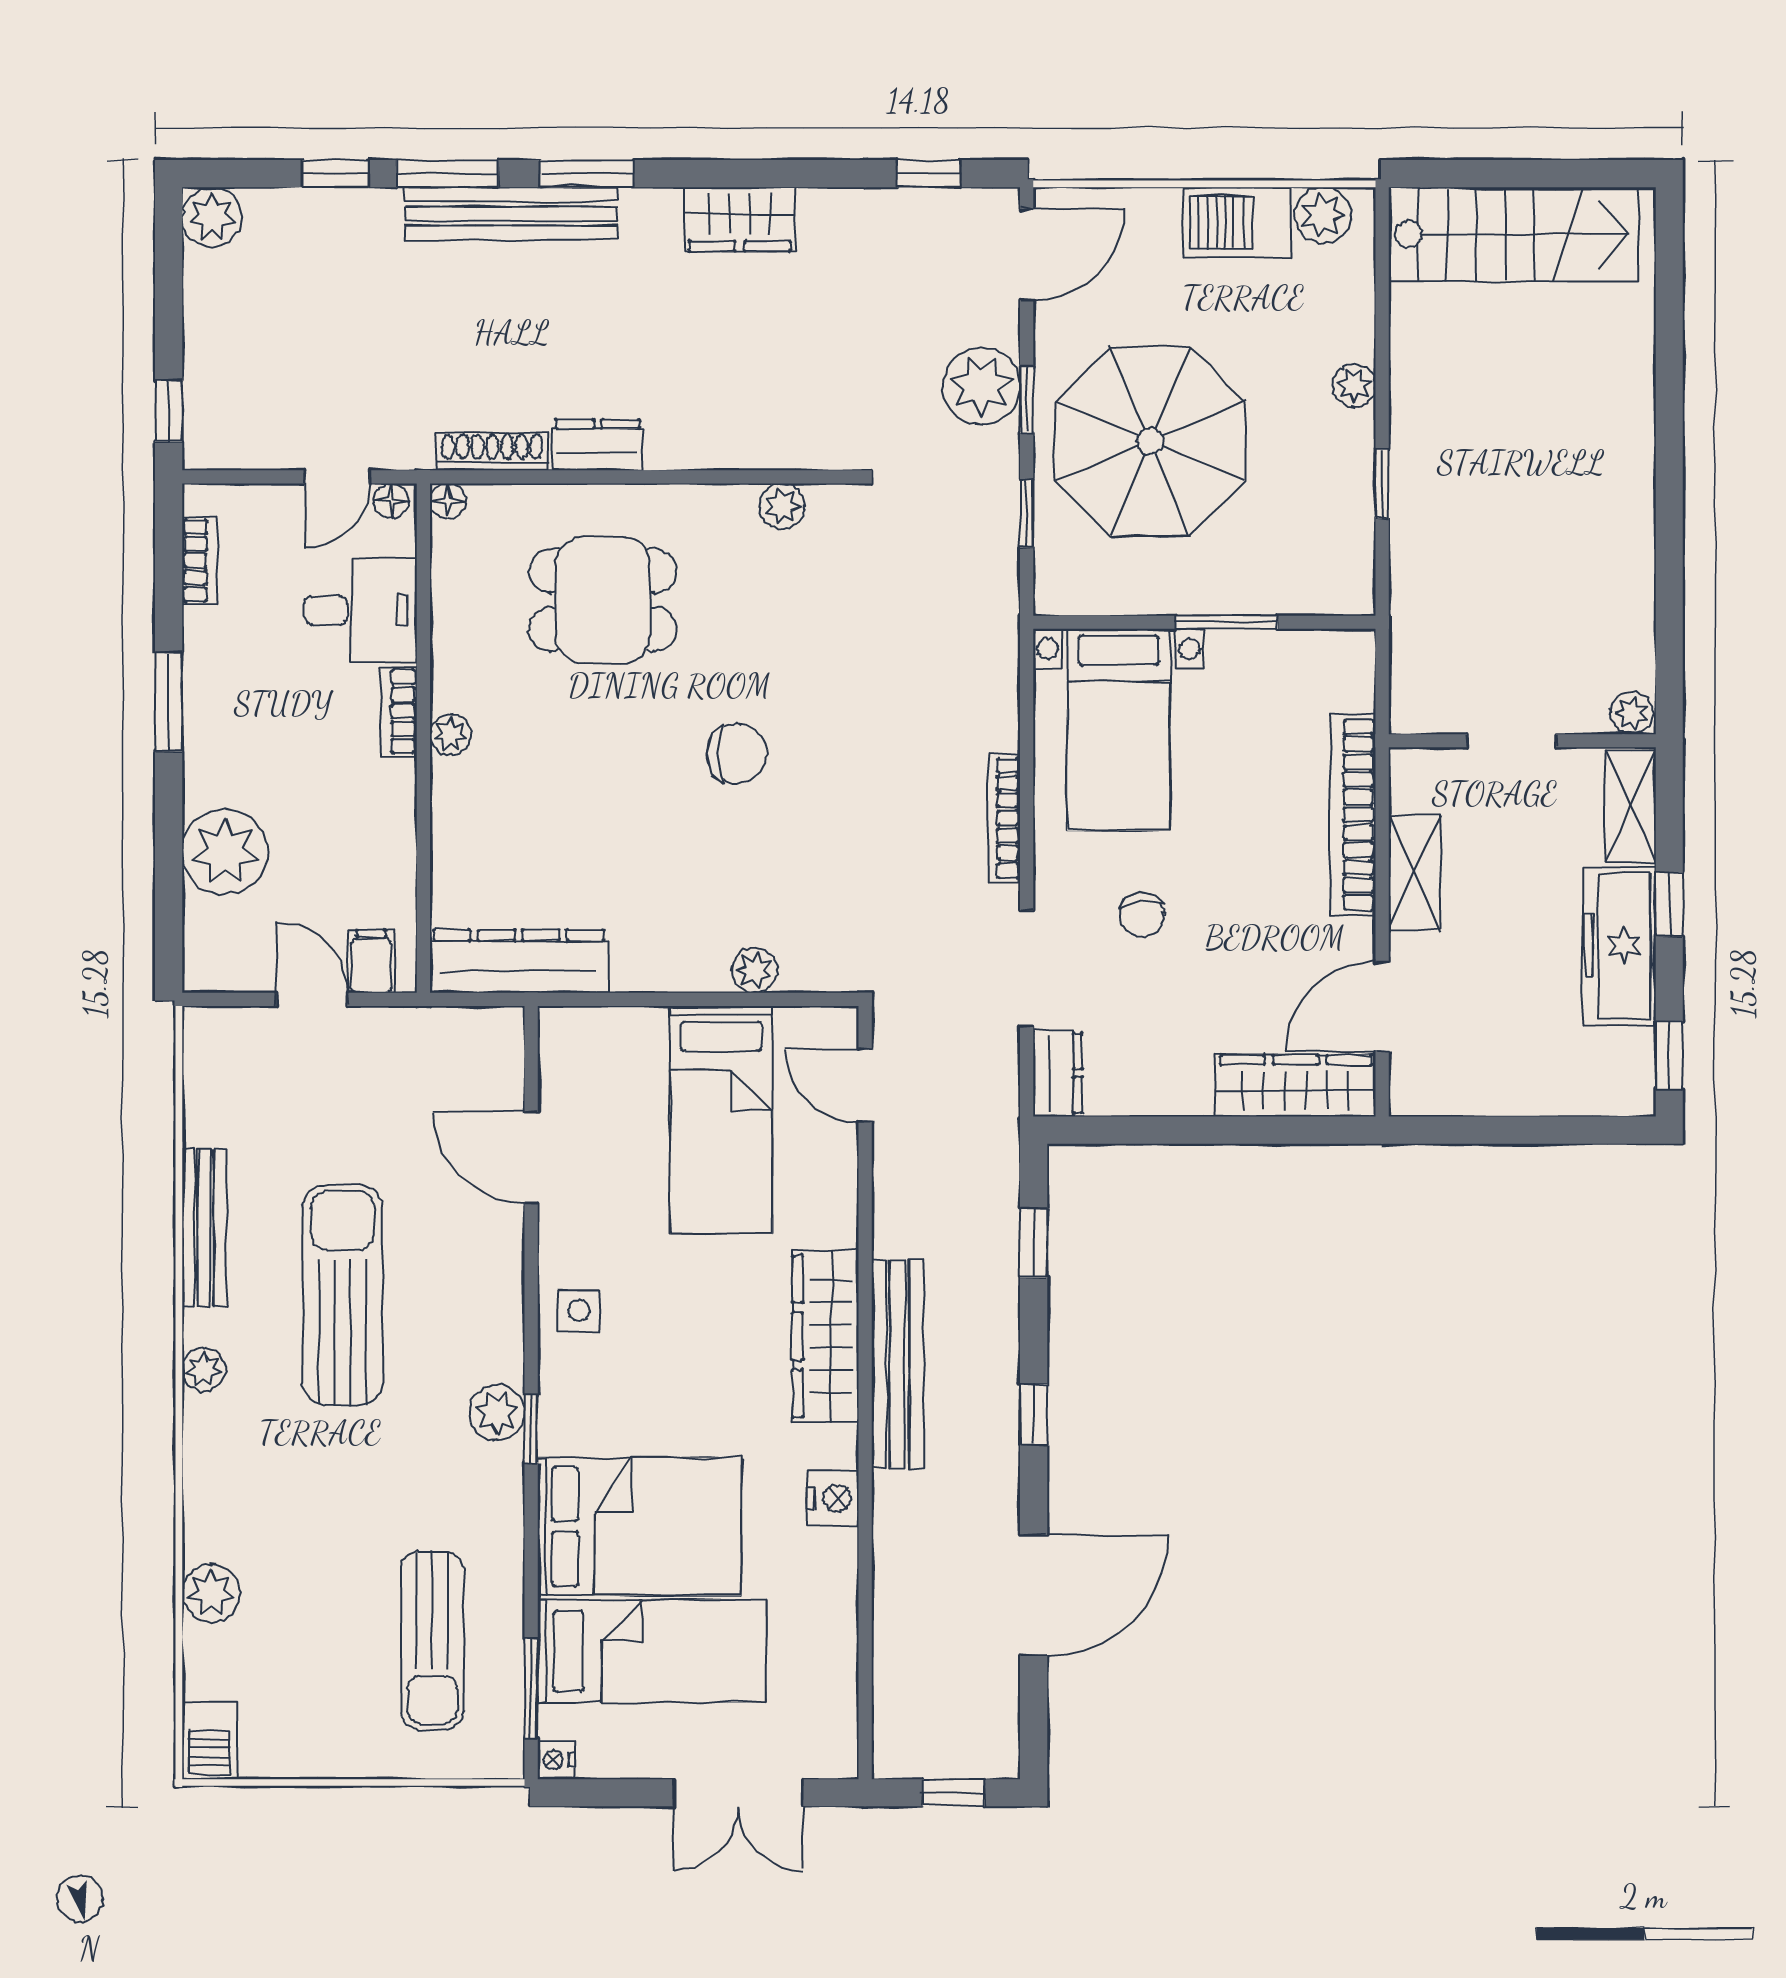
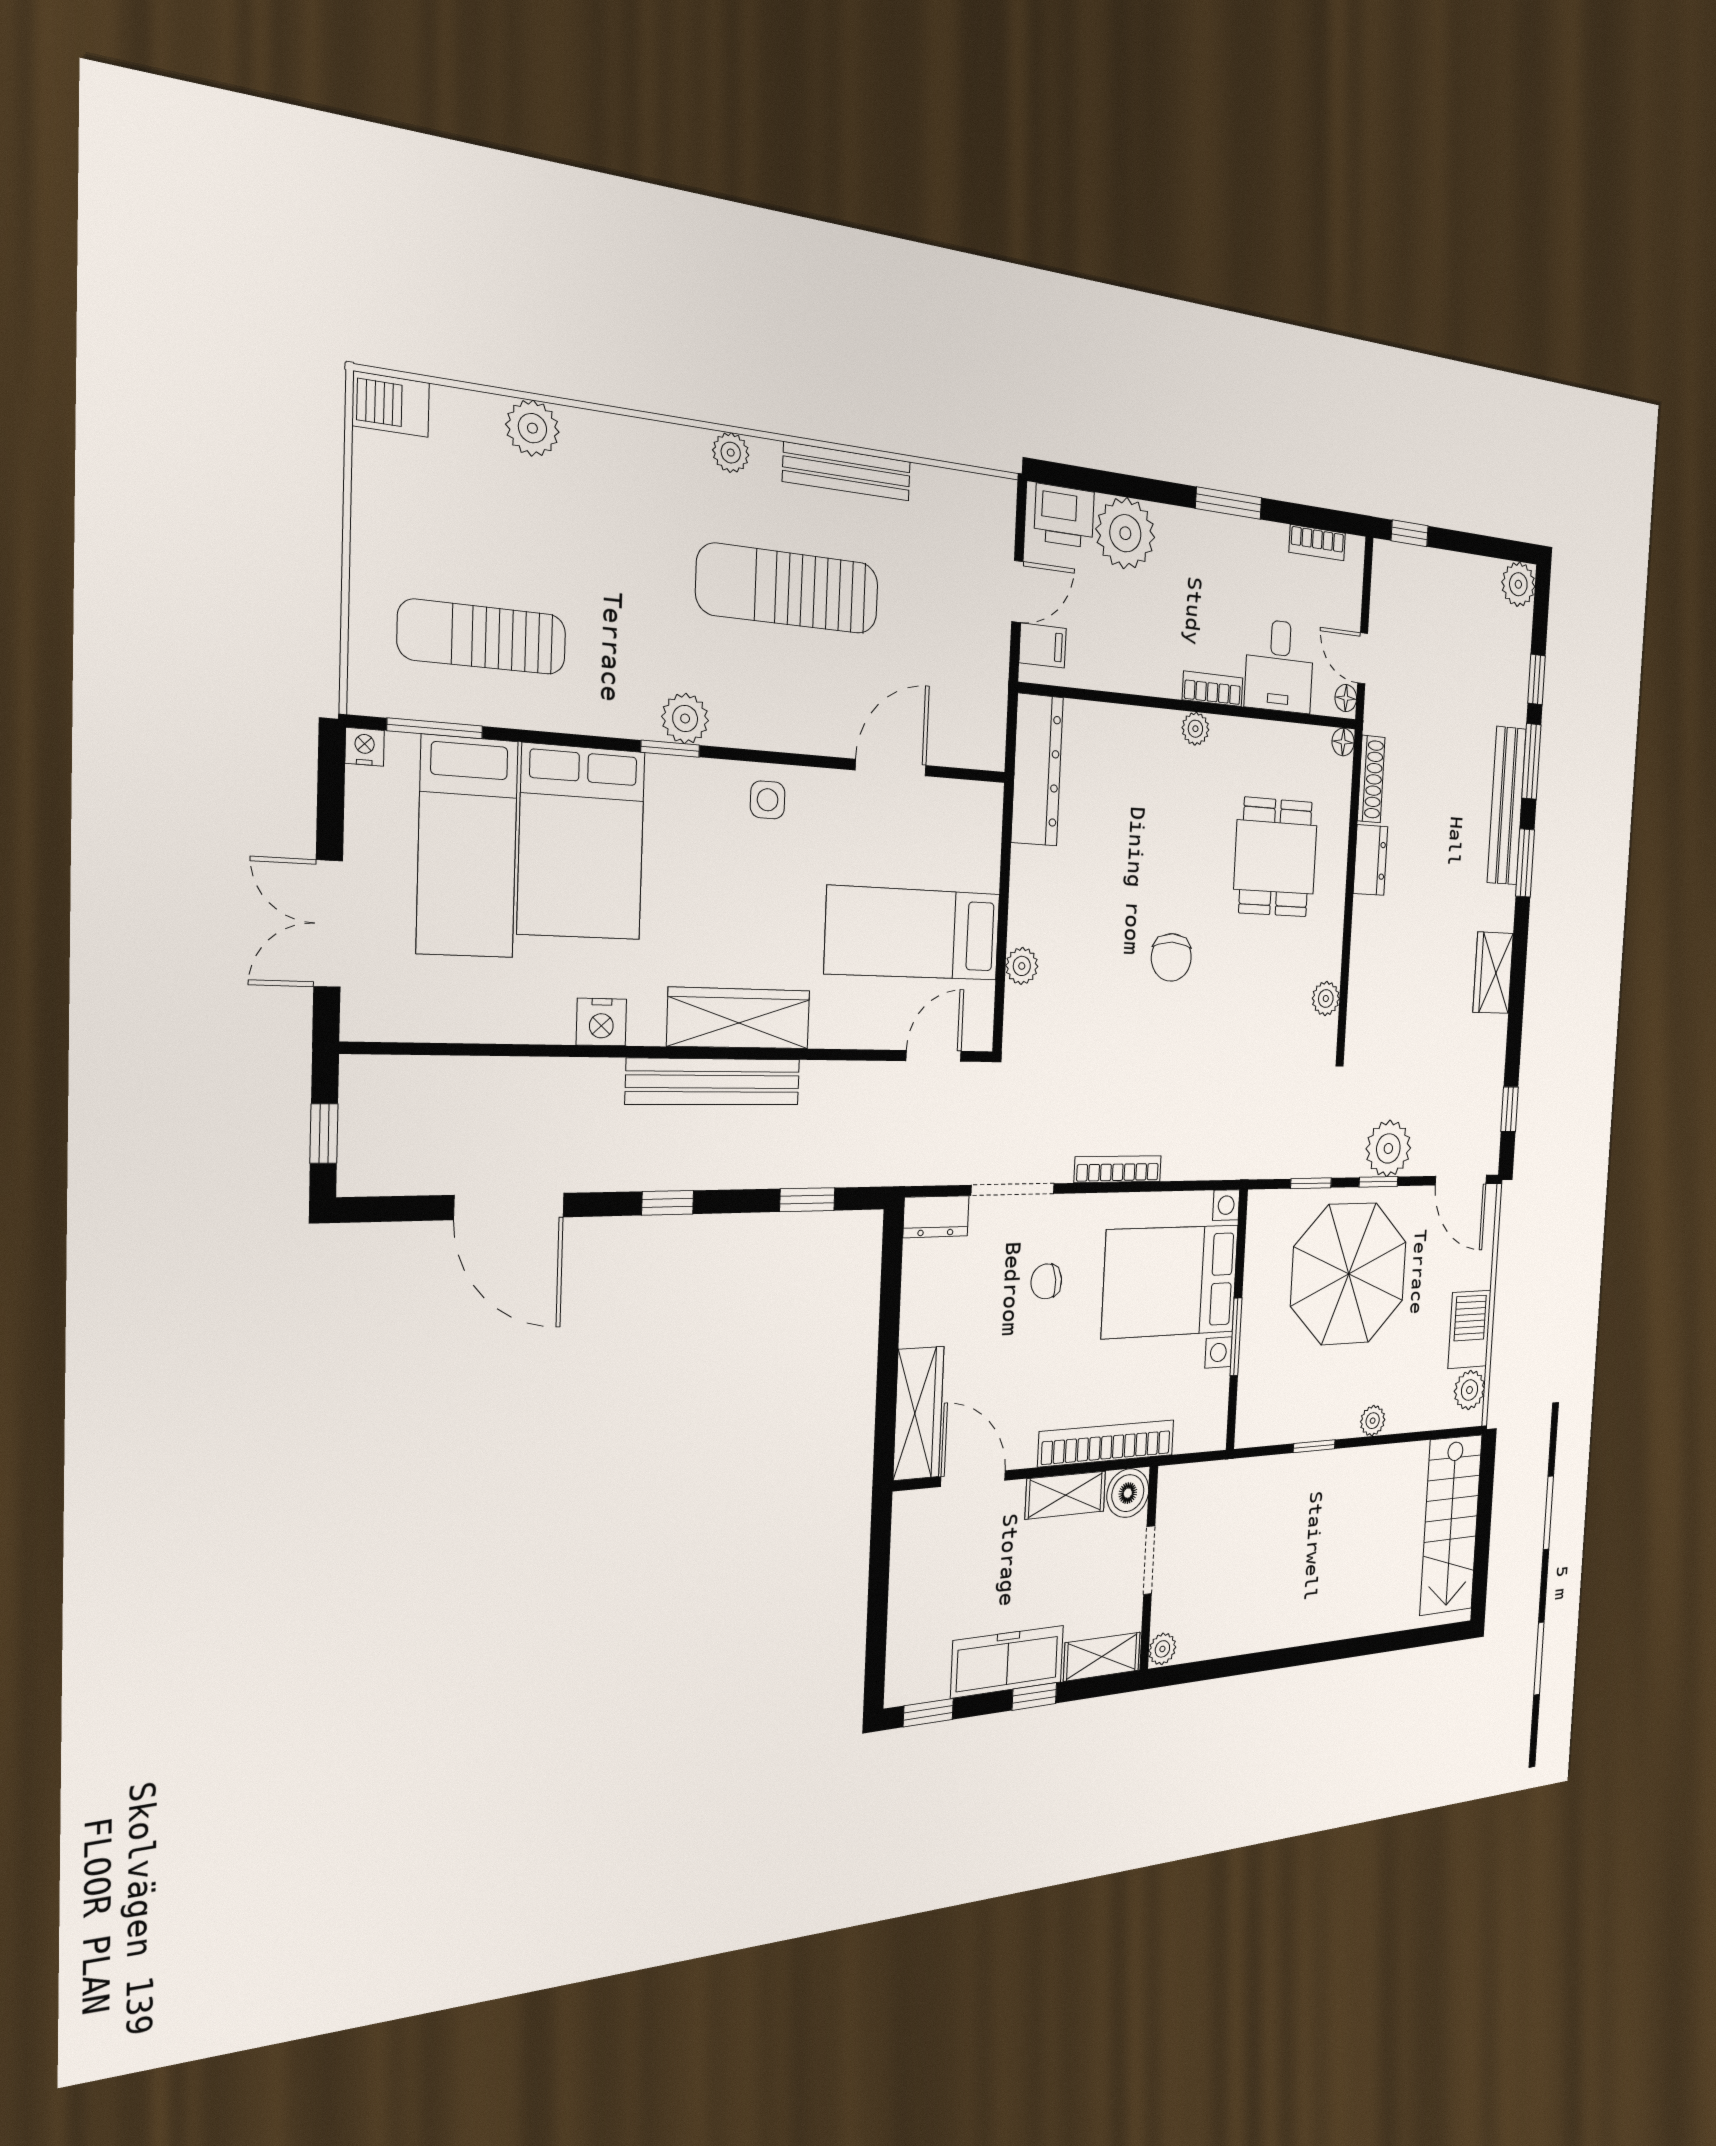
bed with nightstands: (1118, 730) -> (1170, 1281), width x1.36
boiler: (1420, 779) -> (1128, 1493), added
printer: (216, 940) -> (1064, 516), added
sun lounger: (343, 1295) -> (788, 589), turned 180

